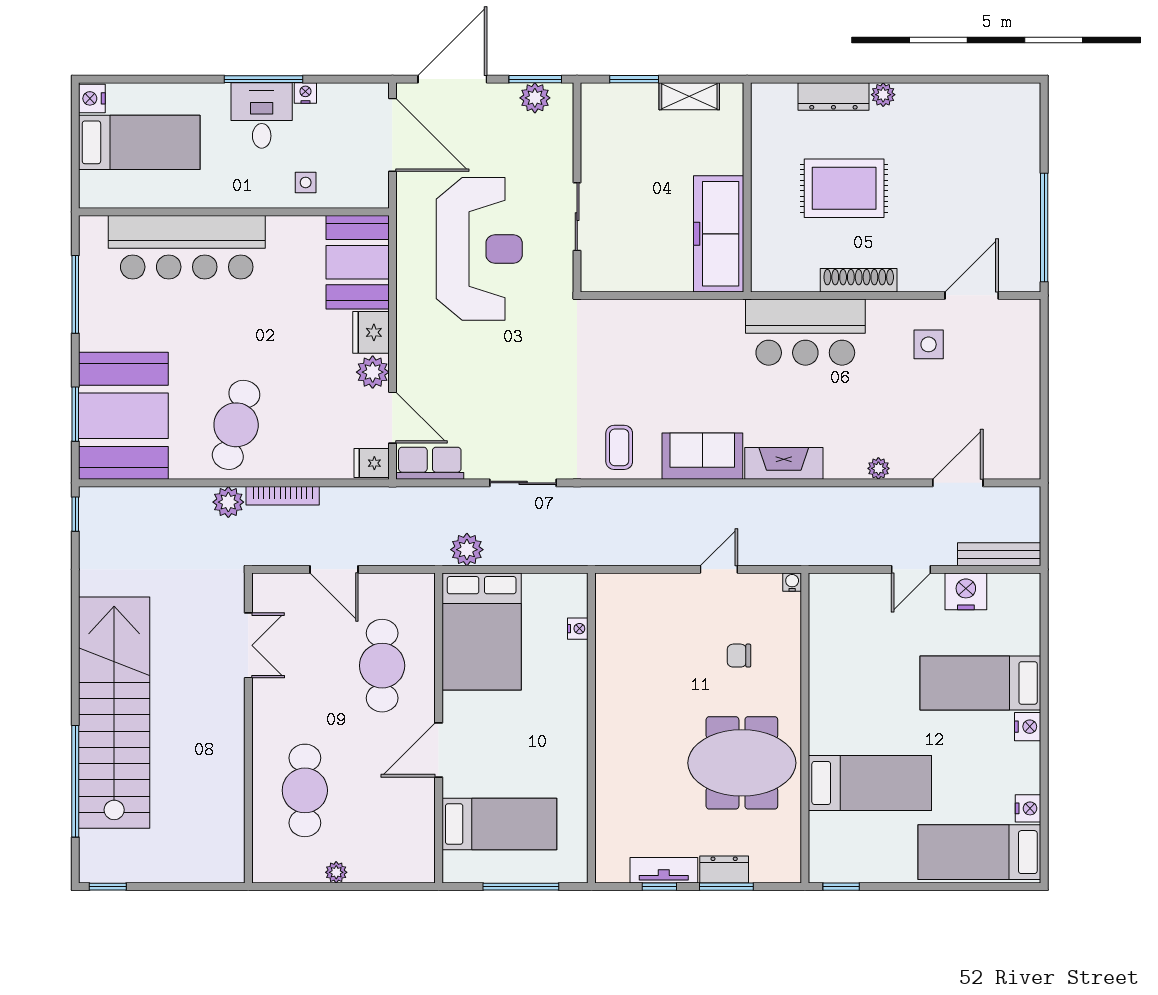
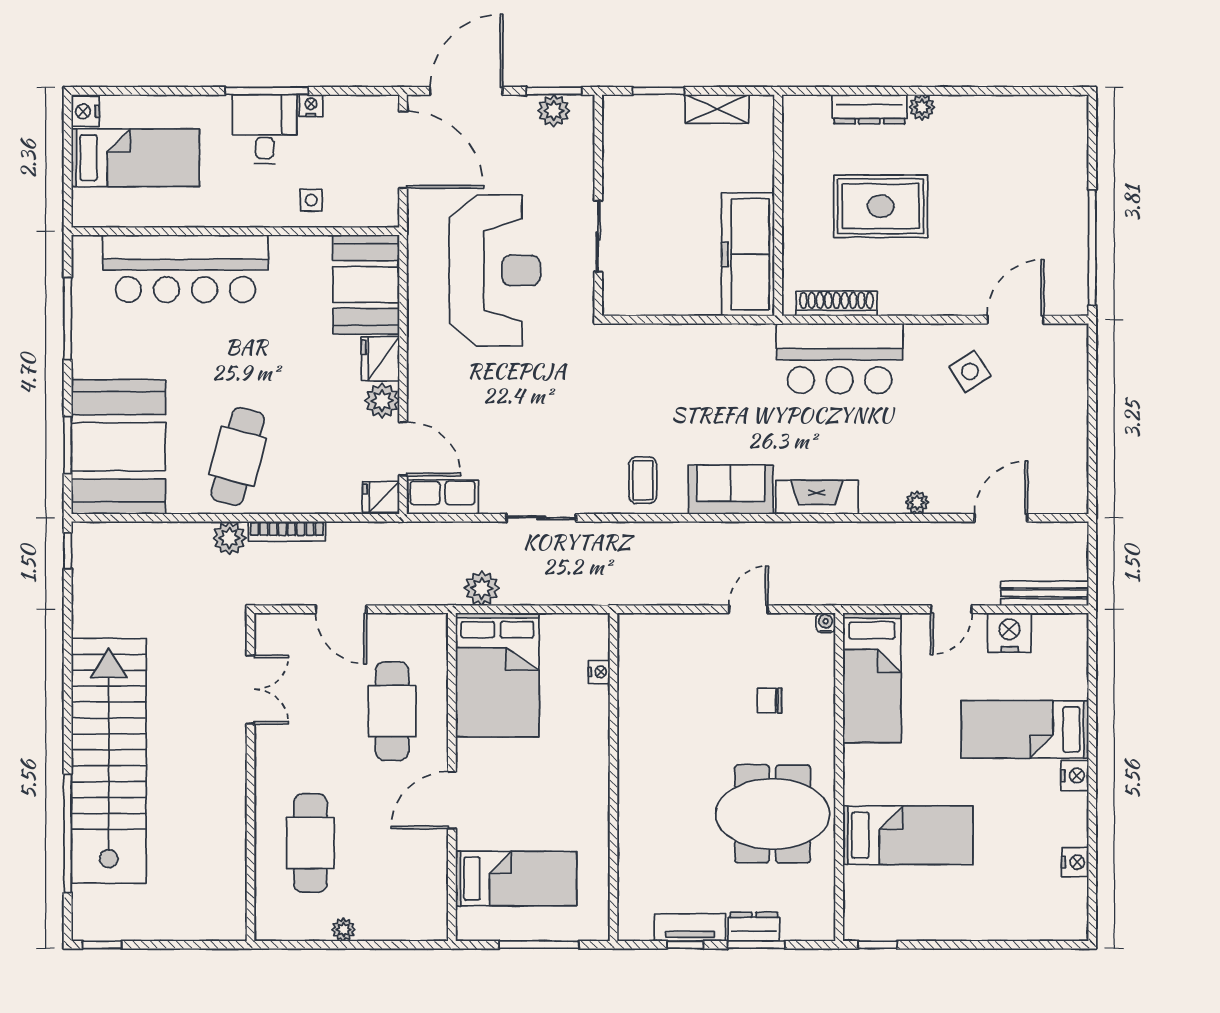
shoe rack: (859, 280) -> (836, 303), moved
side table: (929, 344) -> (970, 371), turned -32
bed: (979, 852) -> (872, 678), moved, turned -90

